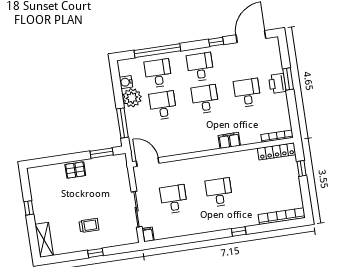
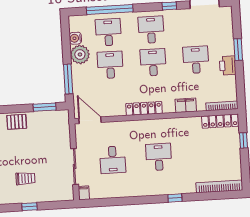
printer: (277, 83) -> (228, 65), moved
filing cabinet: (229, 140) -> (186, 105), moved
locker: (200, 146) -> (144, 108), added
desk: (174, 199) -> (113, 160), turned 180

